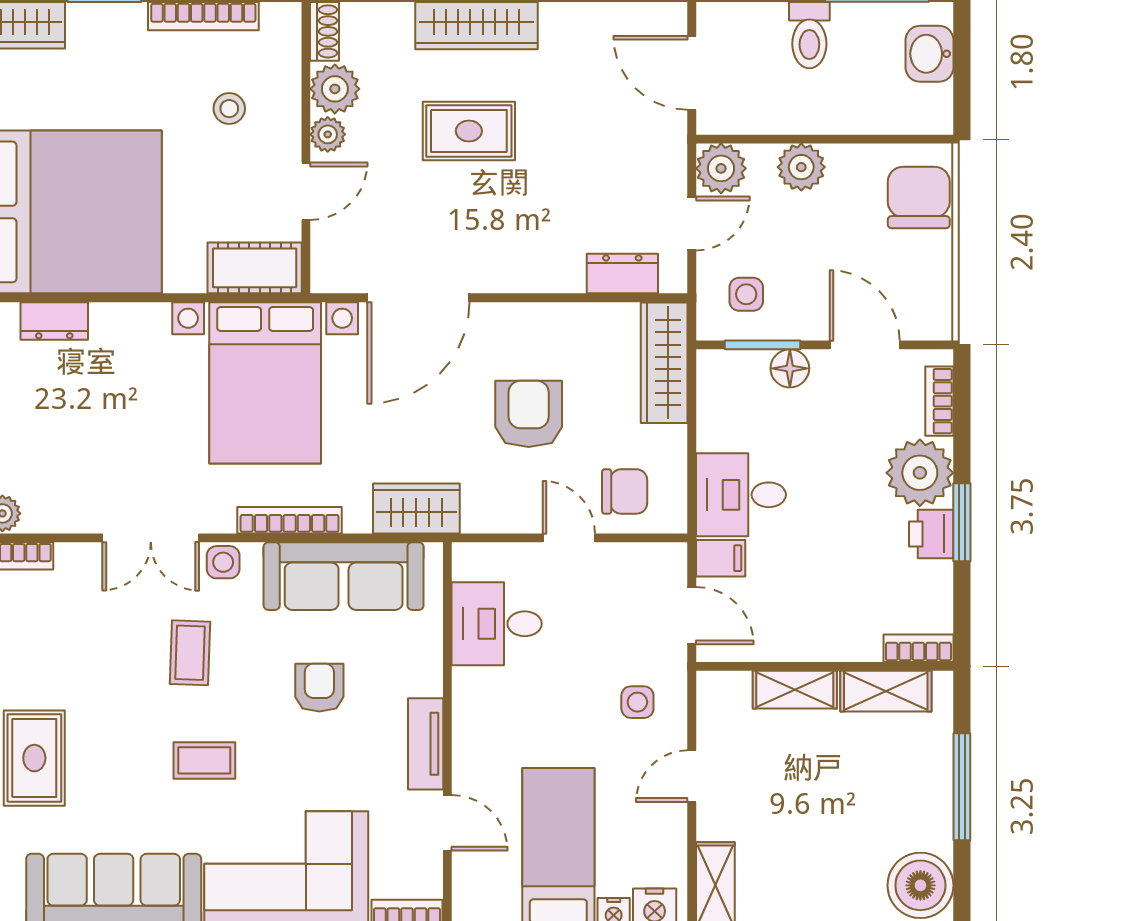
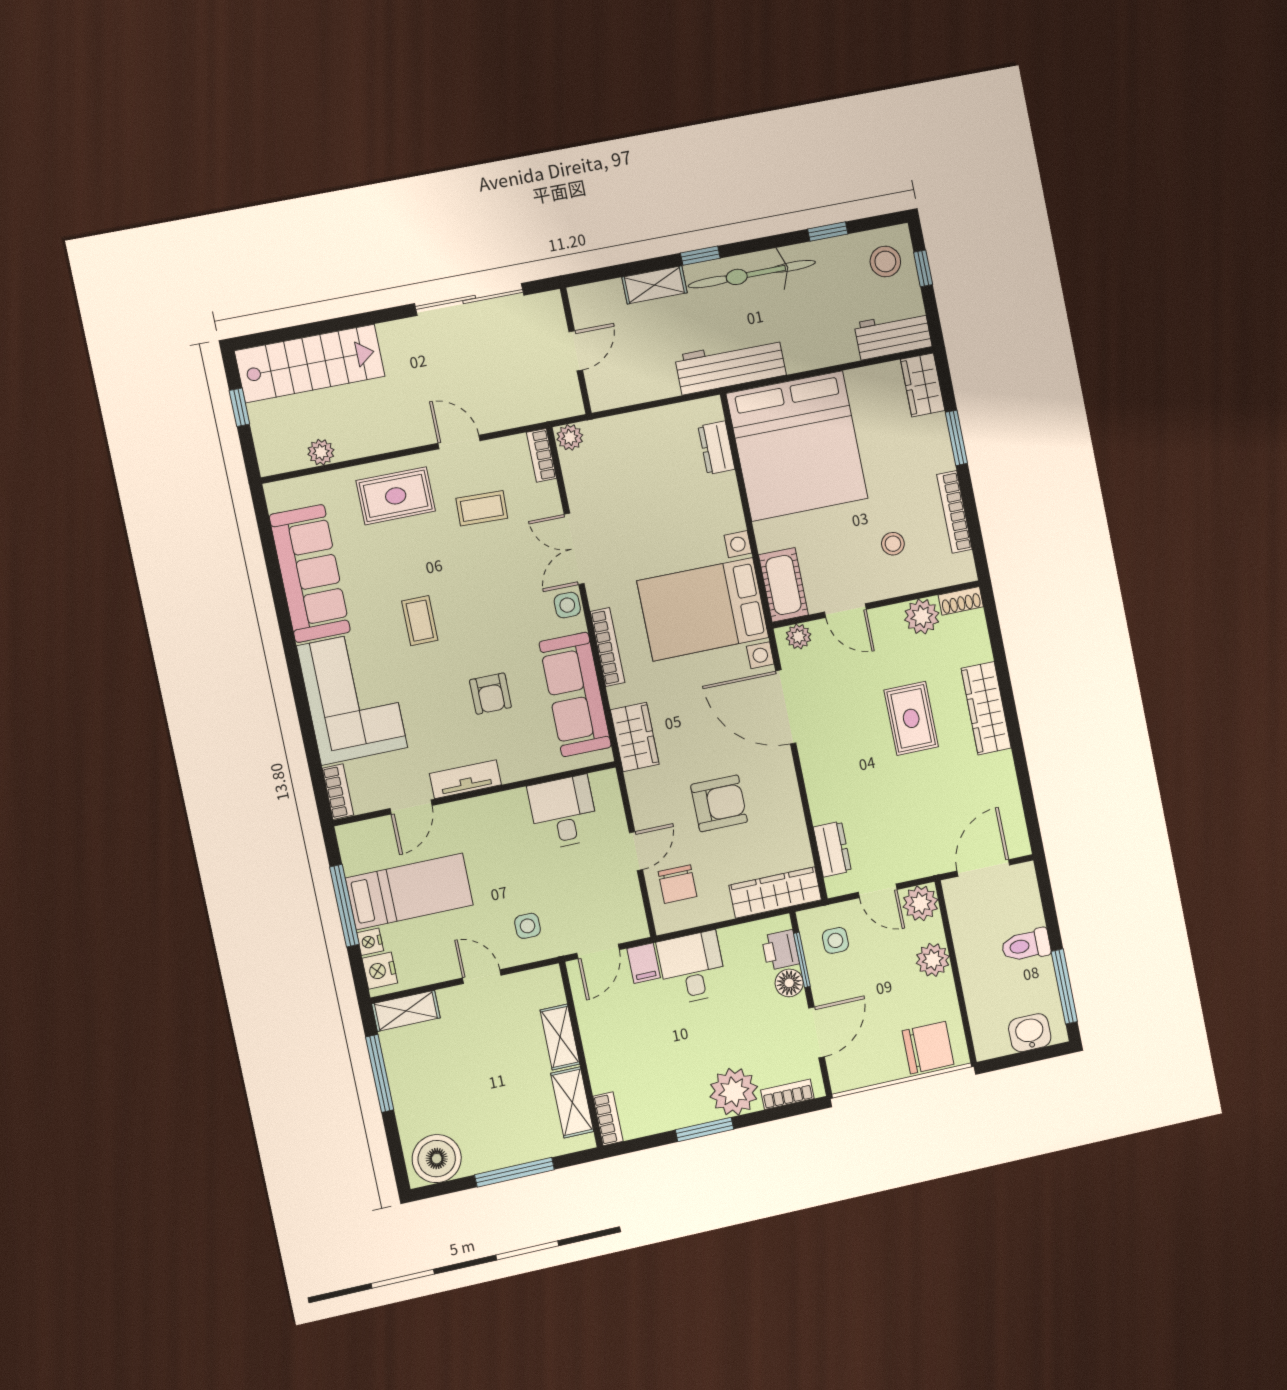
plant: (328, 134) -> (799, 637), moved
printer: (931, 534) -> (780, 950), moved, turned -90
coffee table: (190, 653) -> (482, 508), moved
armchair: (319, 688) -> (491, 694), turned 90

